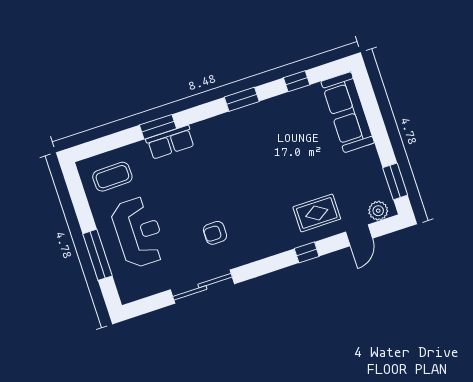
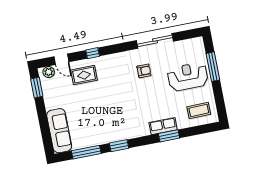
window: (297, 81) -> (86, 152), width x2.17
reception desk: (139, 232) -> (188, 77), turned 90
door: (359, 235) -> (61, 59), swing flipped

